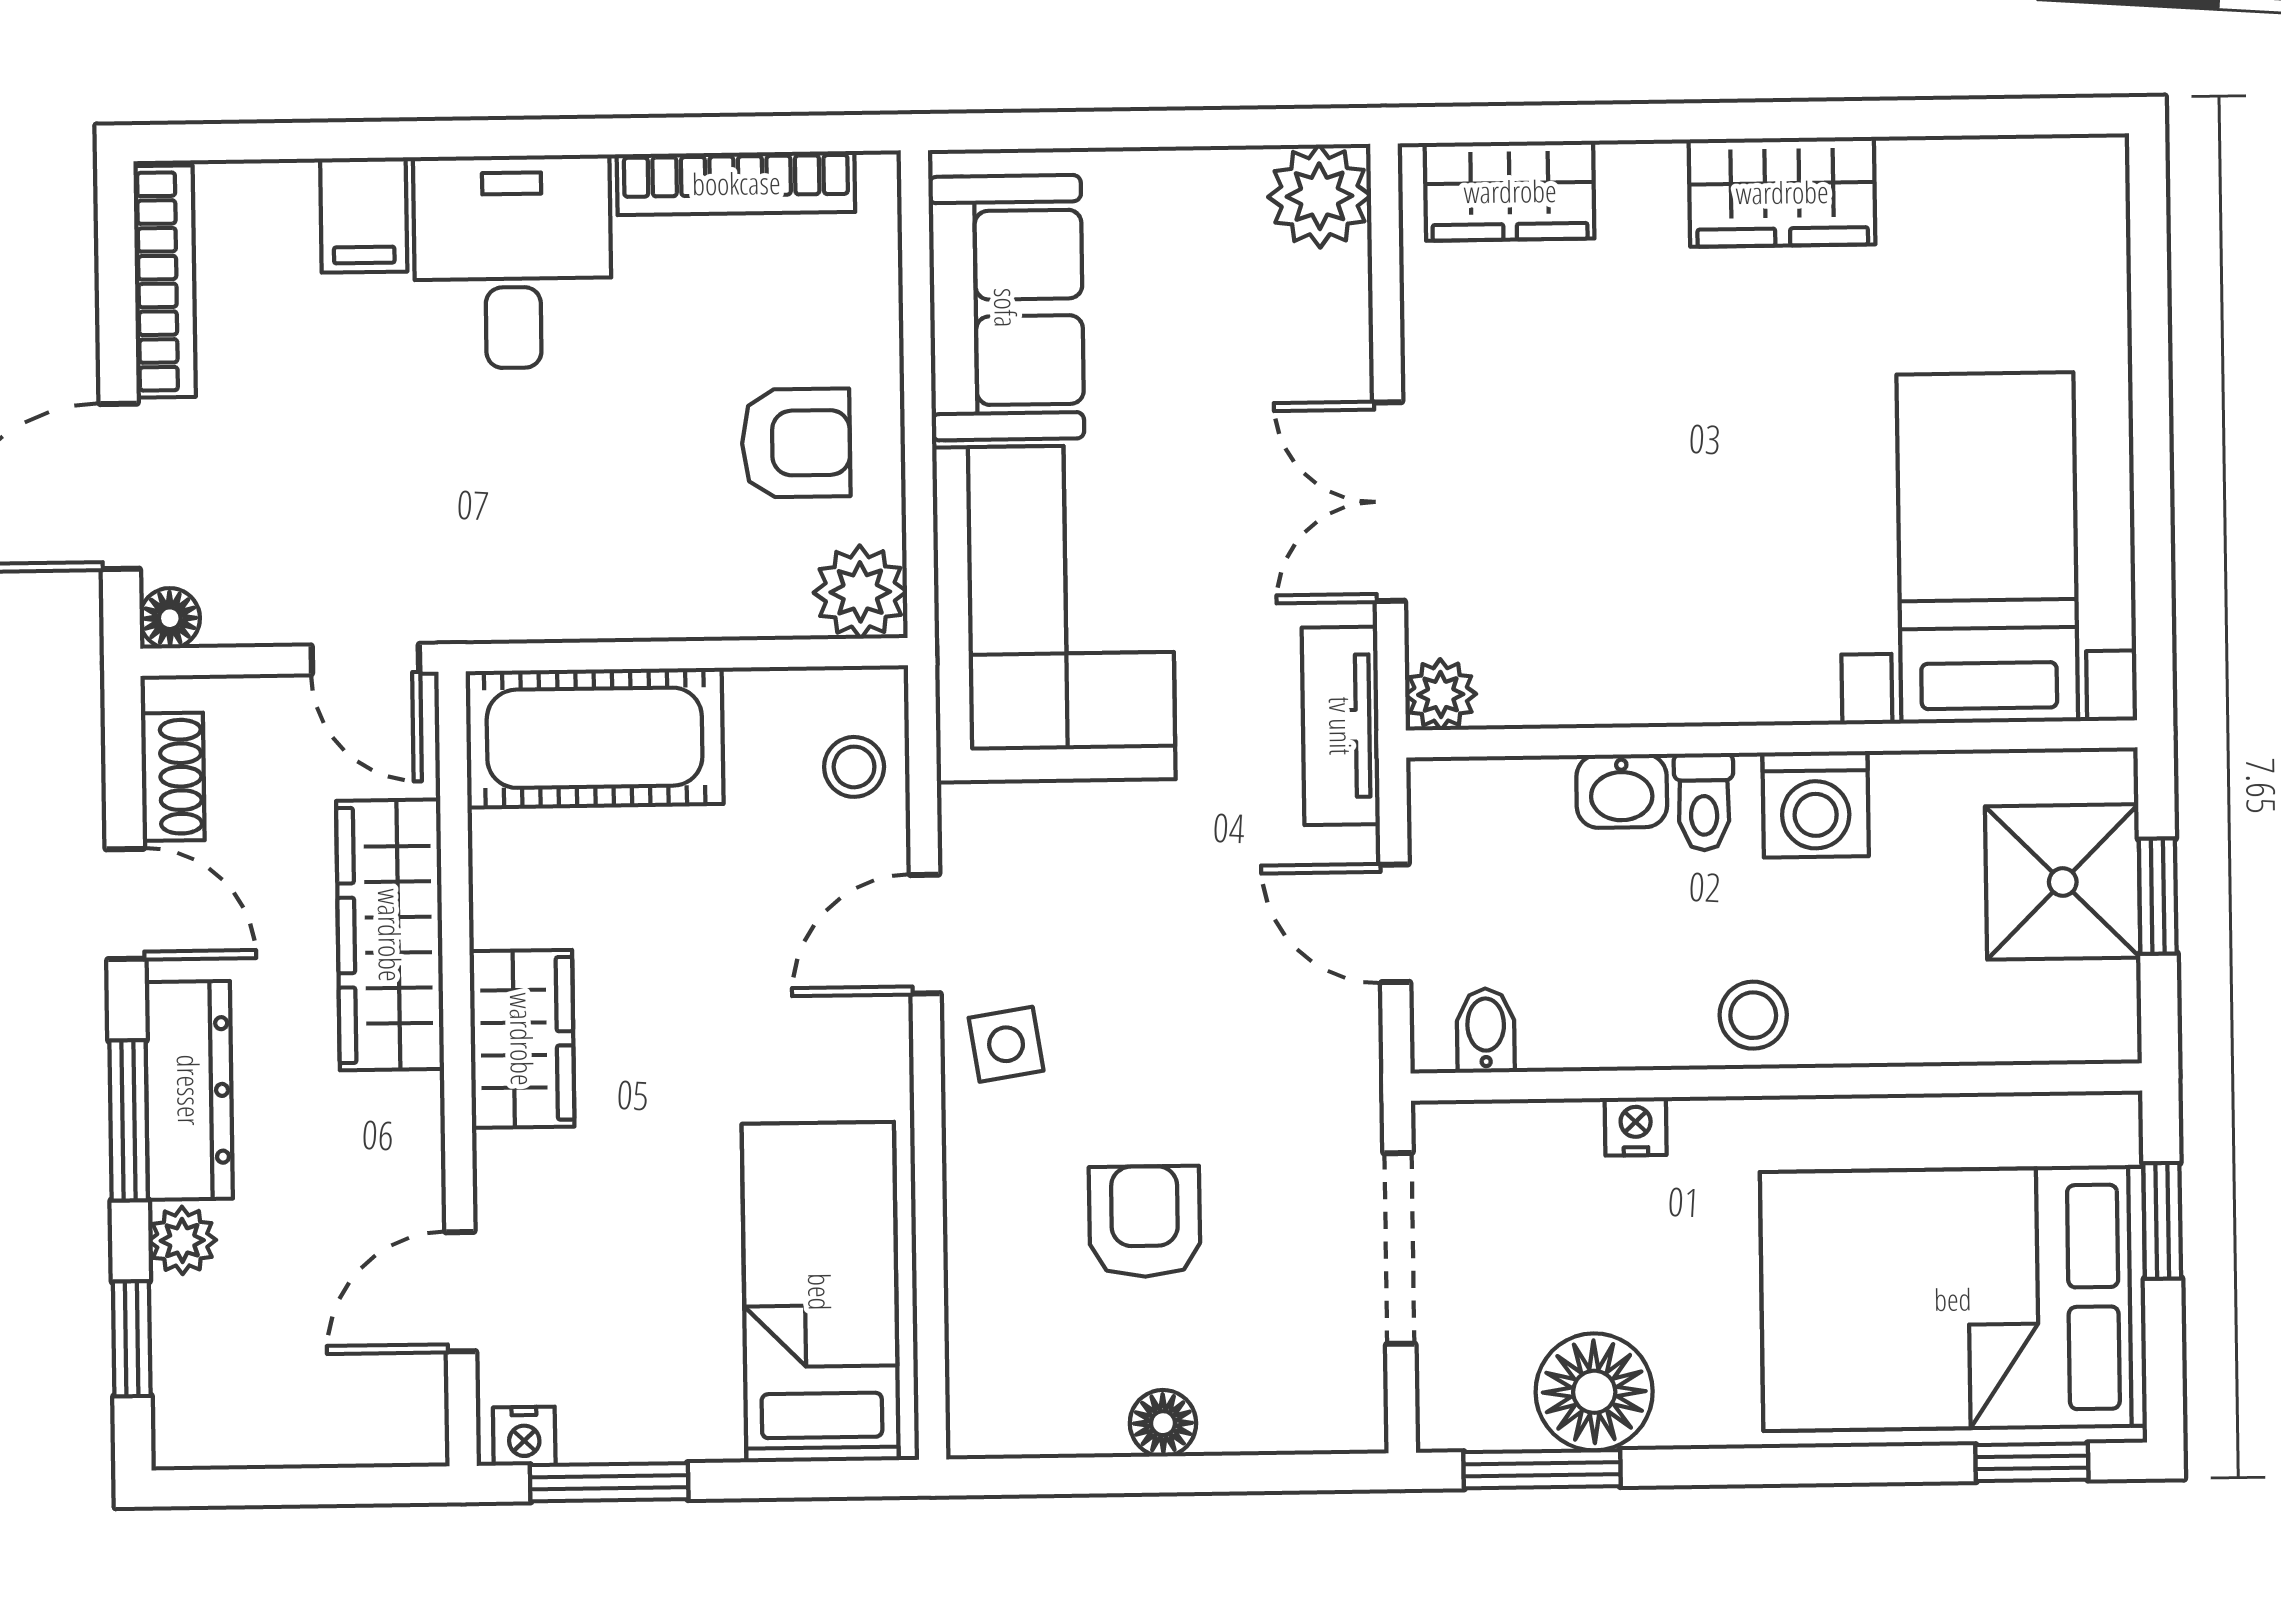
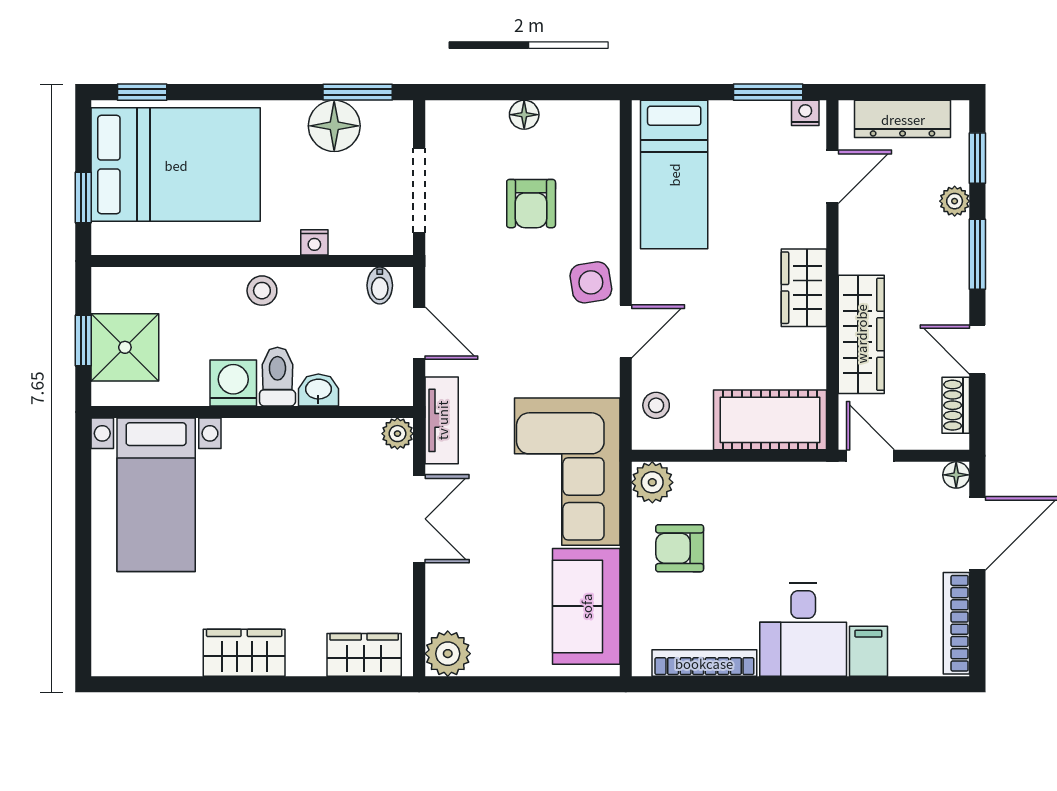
toilet: (1704, 802) -> (277, 377), width x1.37, depth x1.39
side table: (1006, 1044) -> (591, 282), width x1.37, depth x1.37
dresser: (189, 1090) -> (903, 119), moved, turned -90

